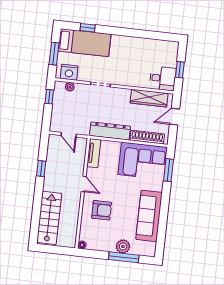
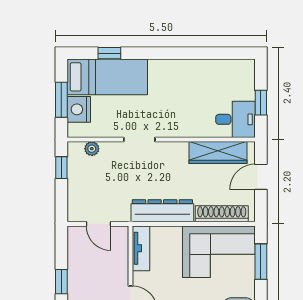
nightstand: (69, 72) -> (79, 109), moved, turned 90

